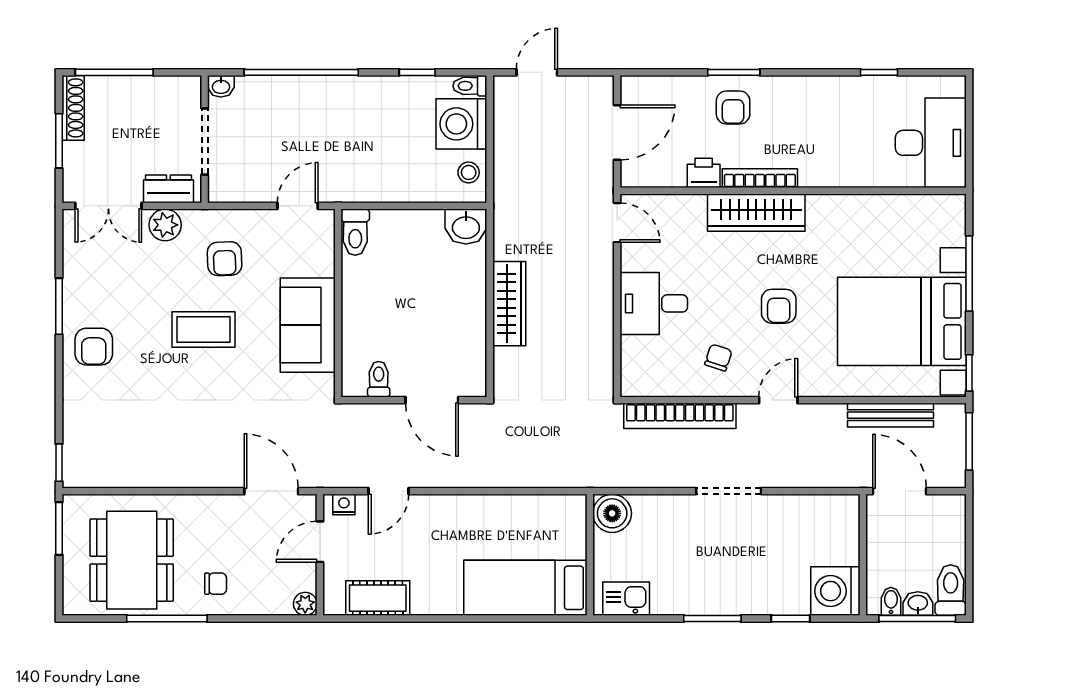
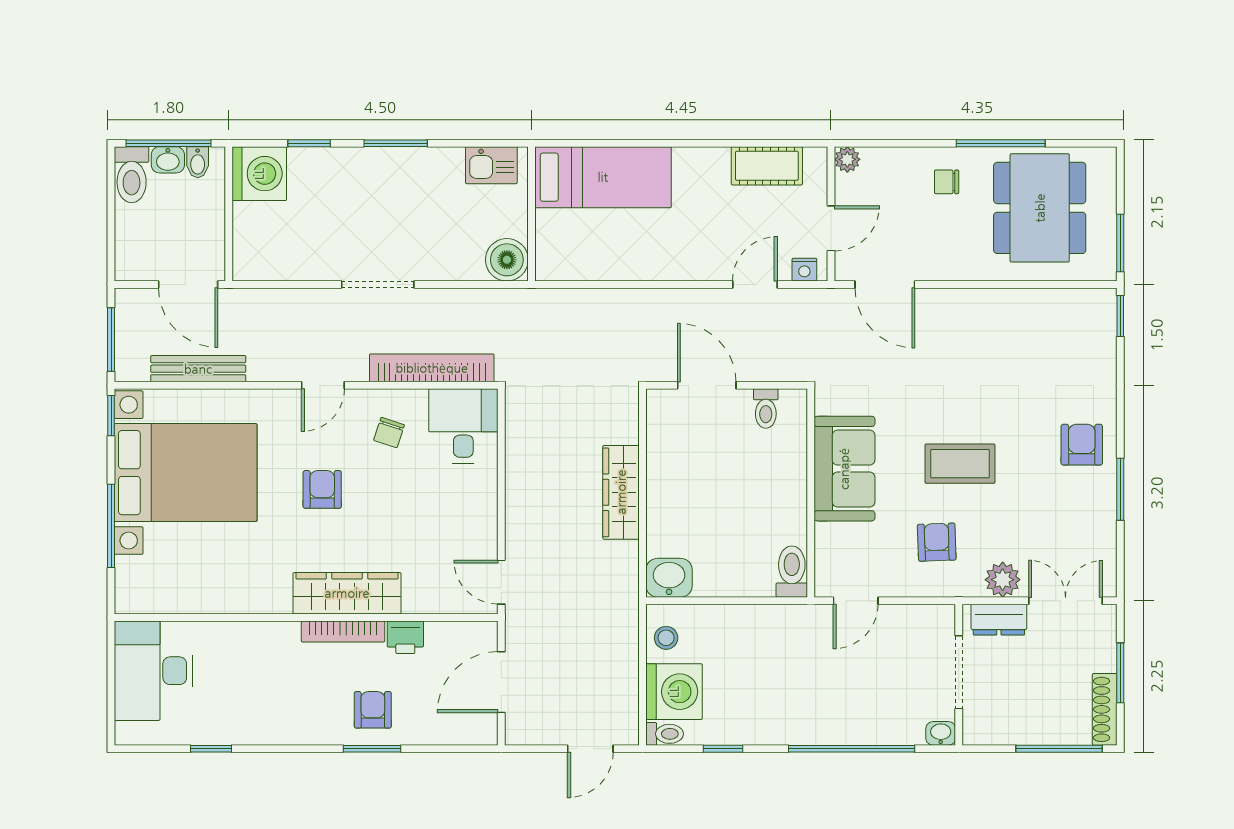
desk: (654, 303) -> (463, 426), moved, turned -90

